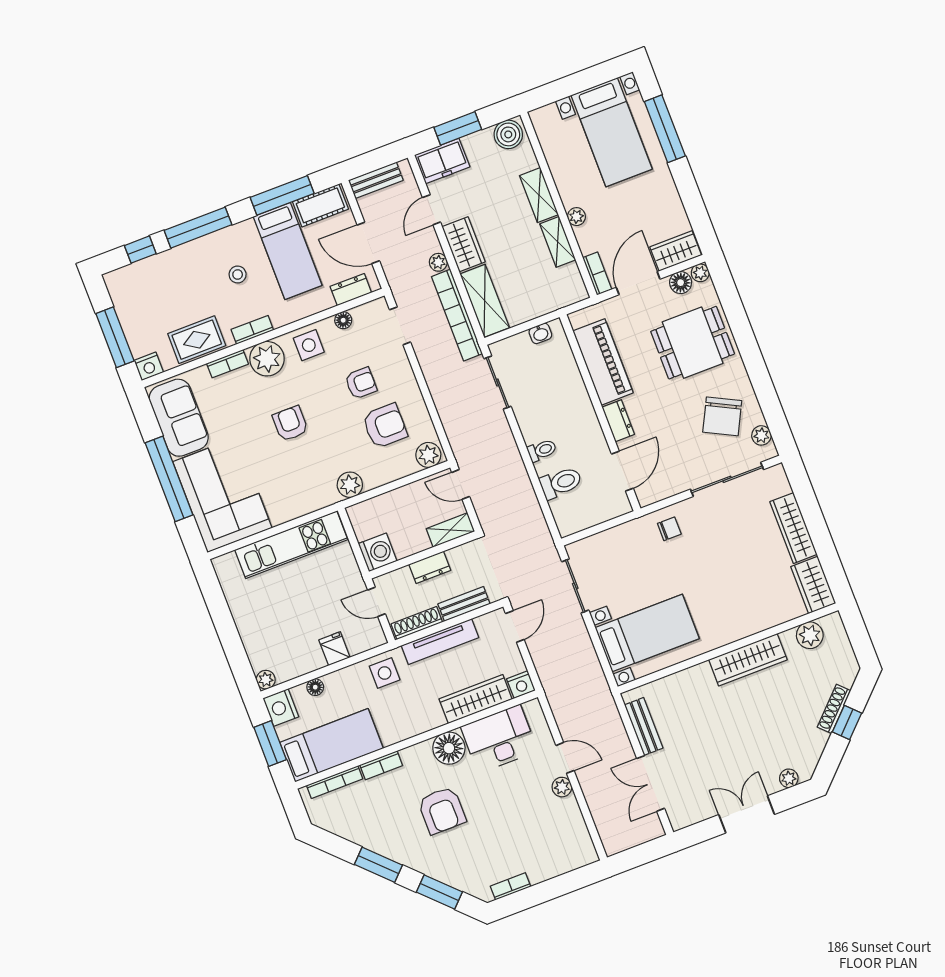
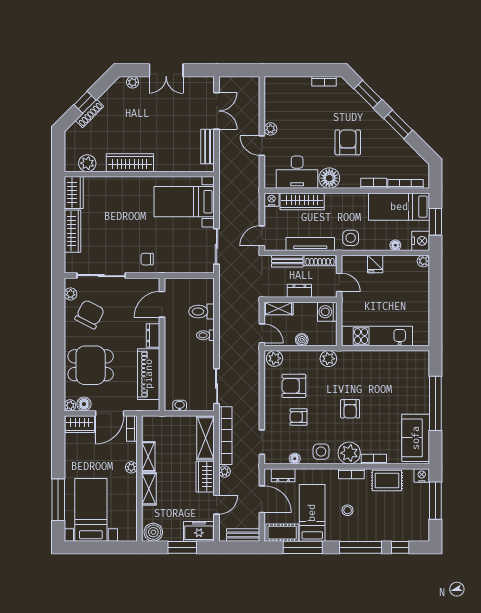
corner sofa: (222, 495) -> (407, 382), removed
boiler: (399, 497) -> (302, 340), added

